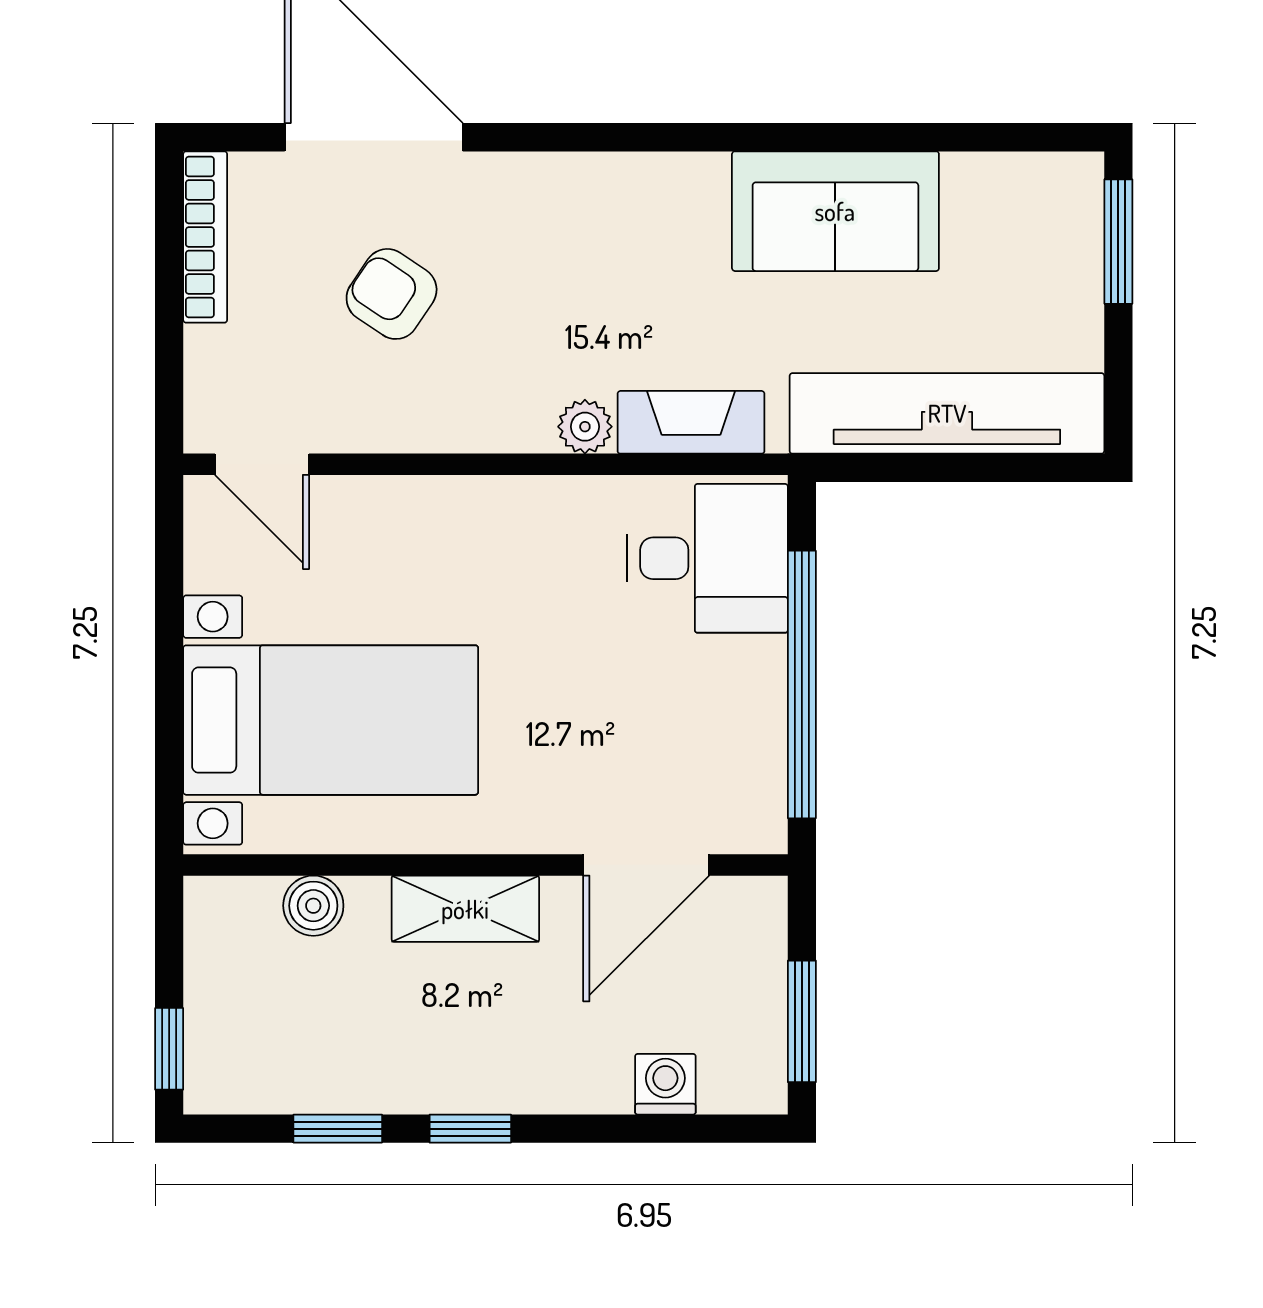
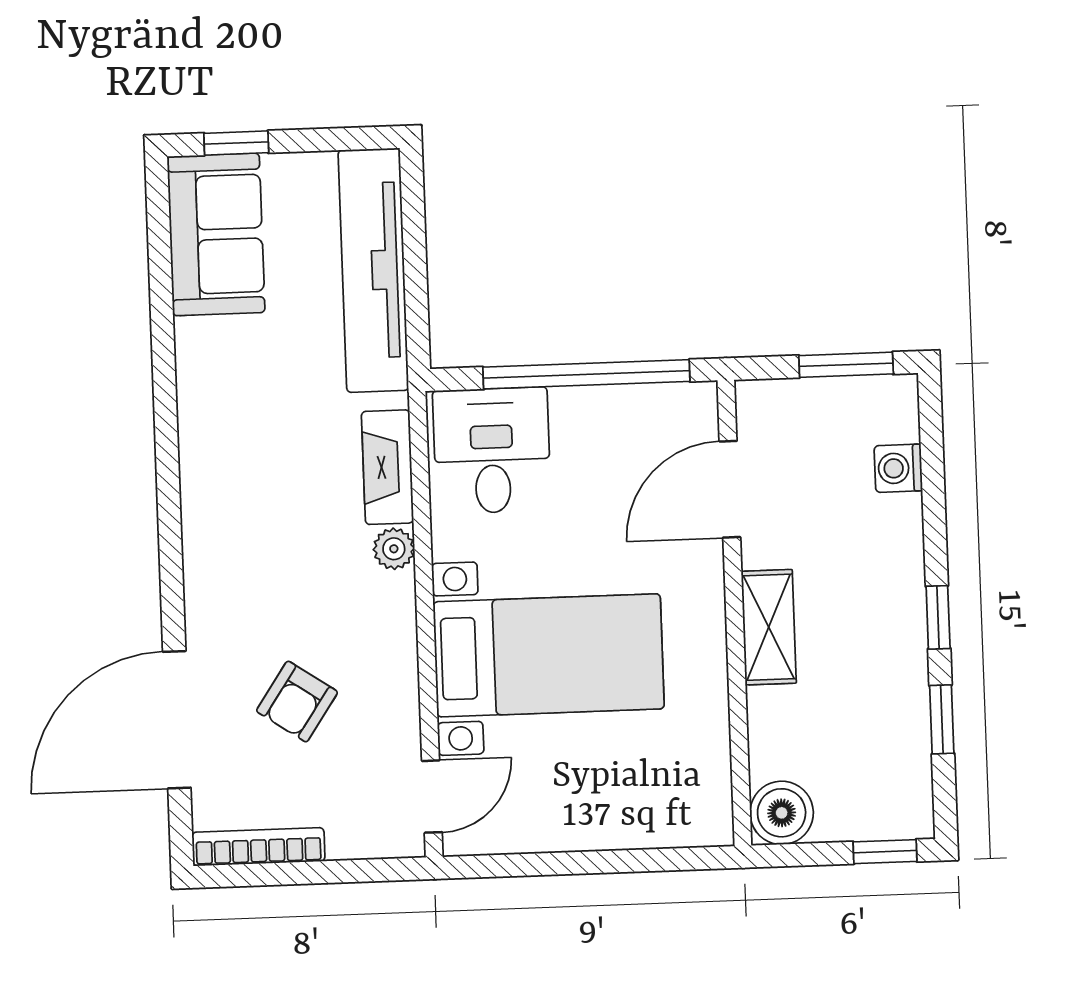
sofa: (835, 211) -> (216, 234), moved
window: (1118, 242) -> (236, 143), width x0.67
bed with nightstands: (331, 720) -> (549, 655), moved, turned 90
door: (646, 865) -> (730, 489), swing flipped
boiler: (313, 906) -> (782, 813), moved, width x1.36, depth x1.36

